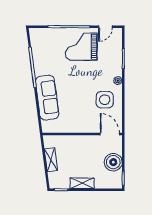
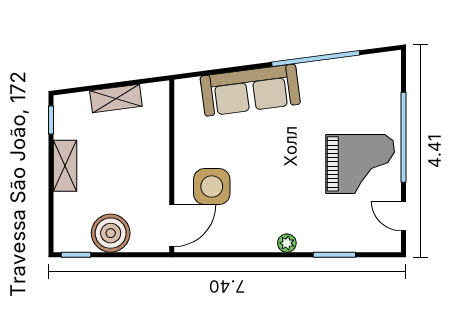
grand piano: (81, 47) -> (360, 164), turned 90
side table: (105, 100) -> (212, 187), moved

